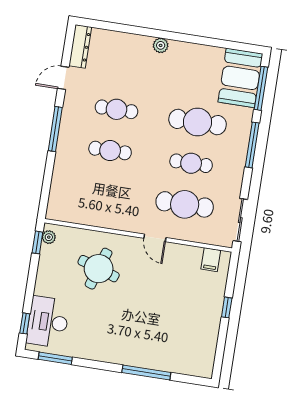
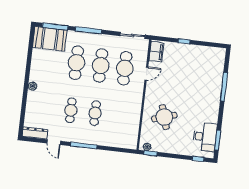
cafe table: (191, 163) -> (101, 66), width x1.37, depth x1.35
door: (155, 238) -> (146, 73), moved
filing cabinet: (211, 260) -> (156, 52), width x2.00
round table: (99, 269) -> (164, 117), turned -35
desk: (48, 322) -> (205, 137), moved, turned -90

